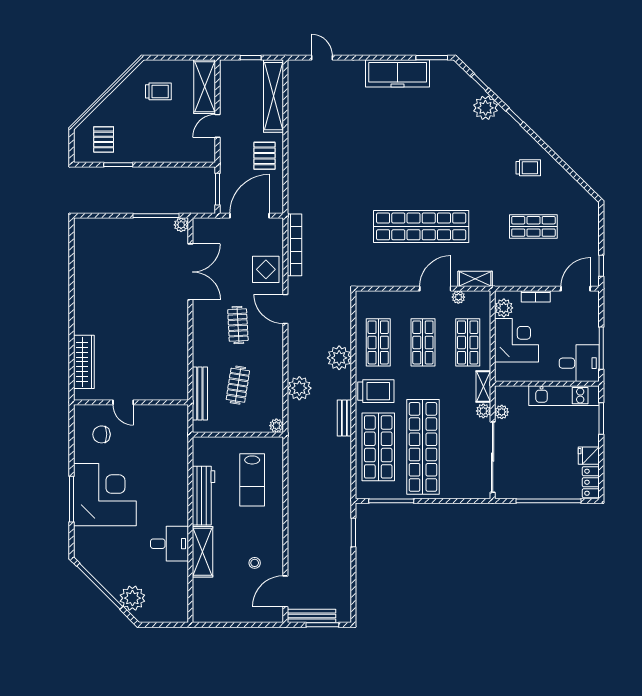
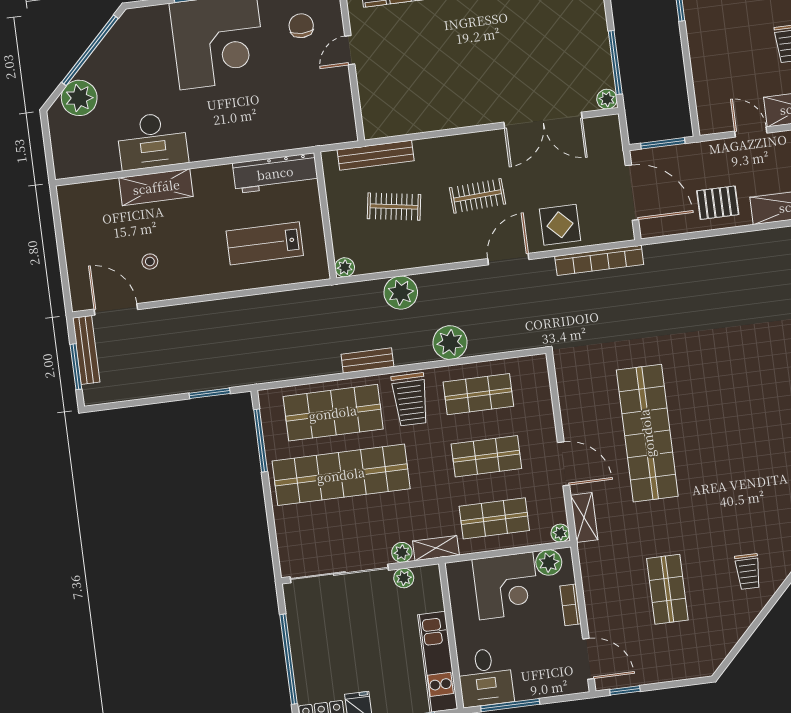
plant: (458, 297) -> (560, 533), moved
workbench: (203, 496) -> (275, 173), moved
desk: (169, 544) -> (152, 141), width x1.37

